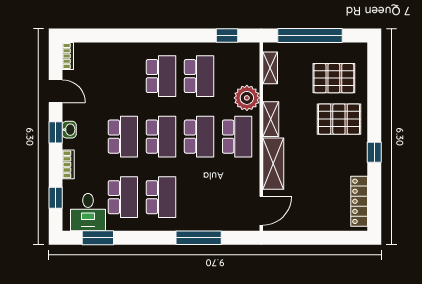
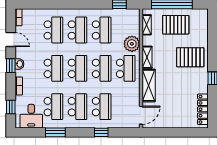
school desk: (123, 76) -> (53, 30), added
pallet: (334, 78) -> (176, 25), moved
school desk: (199, 197) -> (102, 107), added
window: (98, 238) -> (55, 132), moved
window: (199, 238) -> (101, 132), width x0.46

